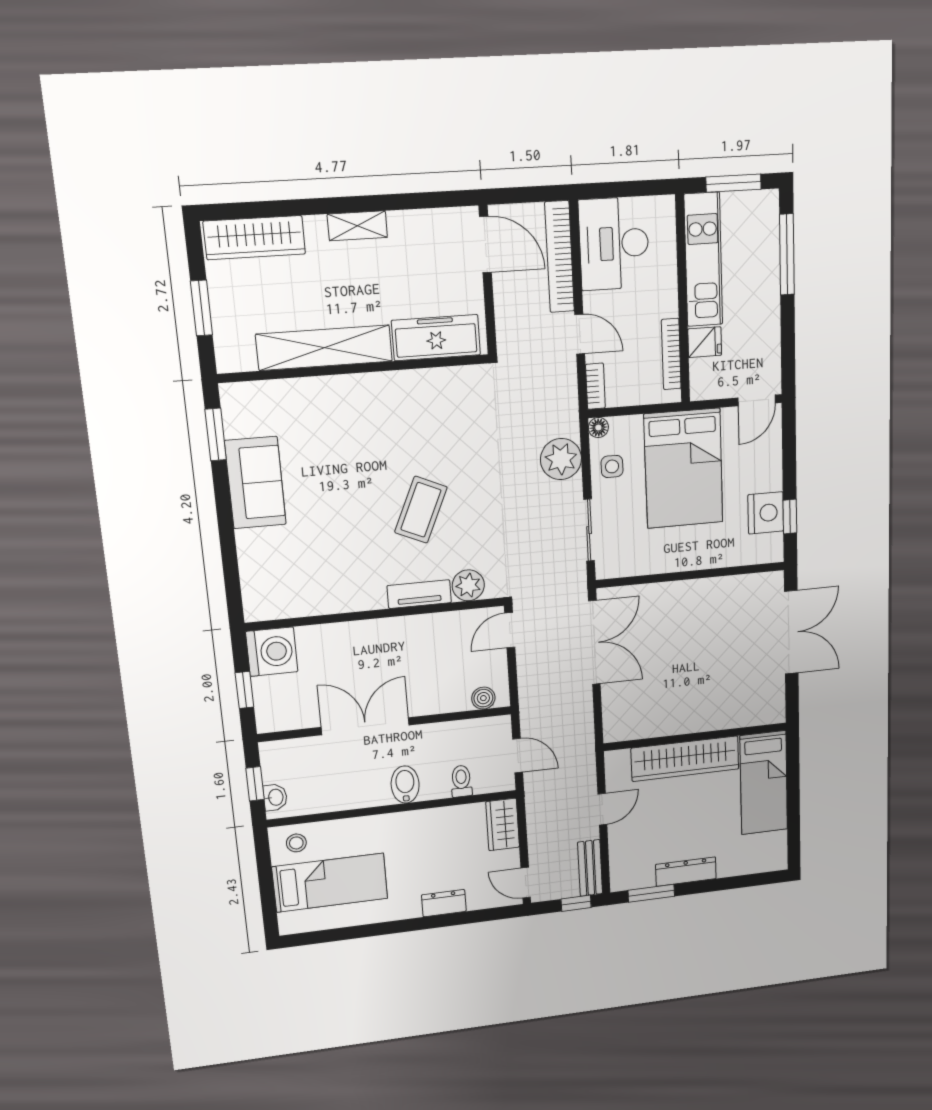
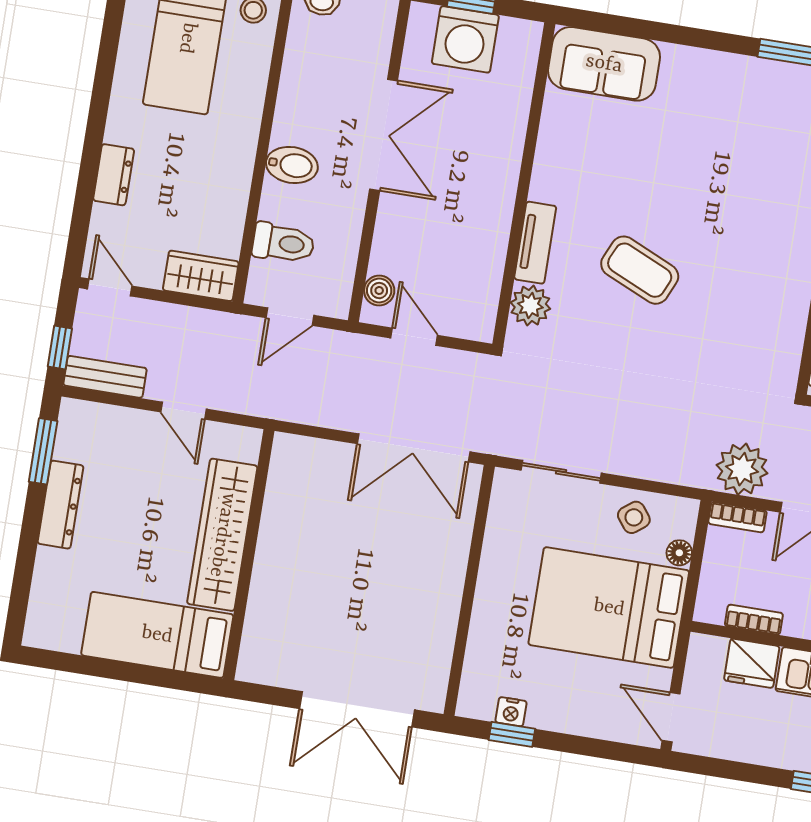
fridge: (705, 342) -> (752, 663), width x1.38
bookcase: (671, 354) -> (754, 620), width x0.64
floor lamp: (598, 428) -> (679, 553), moved
plant: (561, 459) -> (742, 469), moved
side table: (612, 466) -> (634, 517), turned -38
sofa: (255, 483) -> (604, 64), moved
nightstand: (766, 513) -> (511, 712), width x0.53, depth x0.56
door: (510, 630) -> (414, 337), moved
washing machine: (272, 652) -> (465, 39), moved
toilet: (461, 781) -> (283, 243), width x1.37, depth x1.39
door: (526, 883) -> (110, 287), hinge flipped

